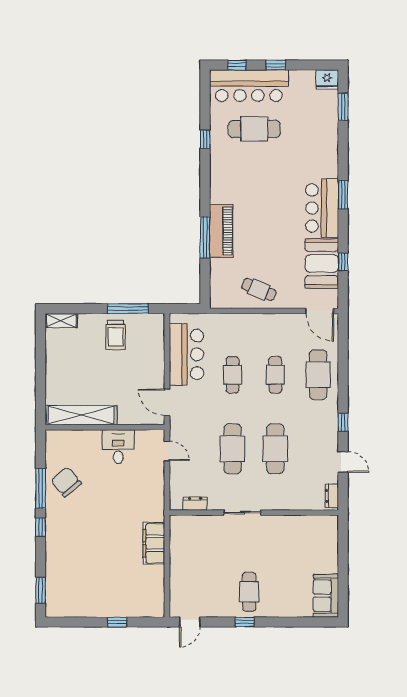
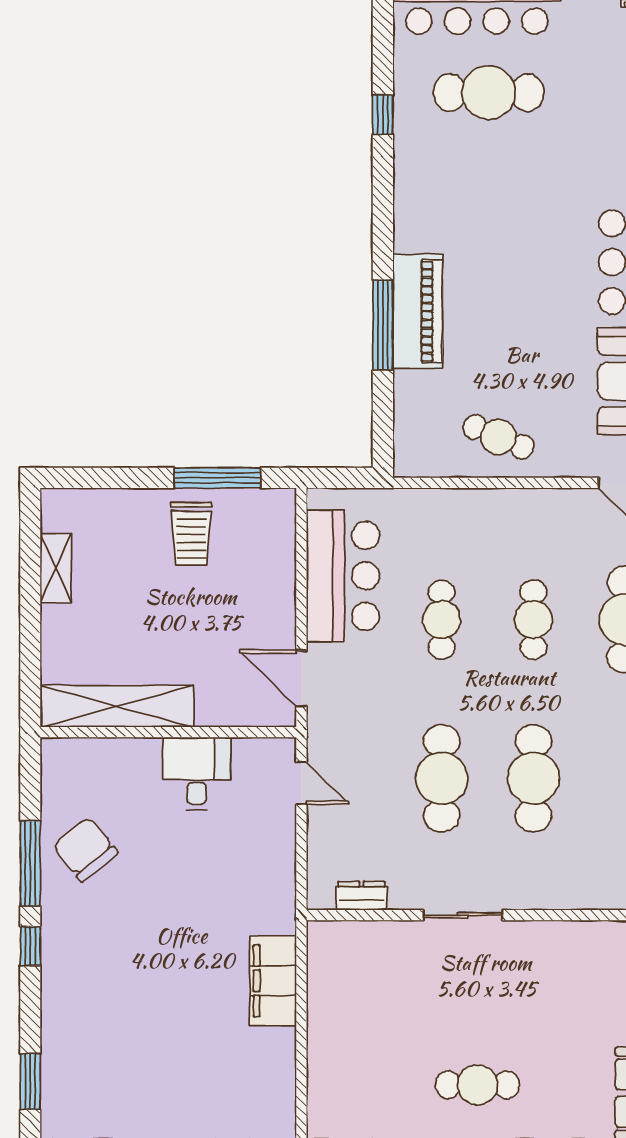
shelving: (61, 321) -> (56, 568), moved, turned 90
cafe table: (249, 592) -> (477, 1085), turned 90

